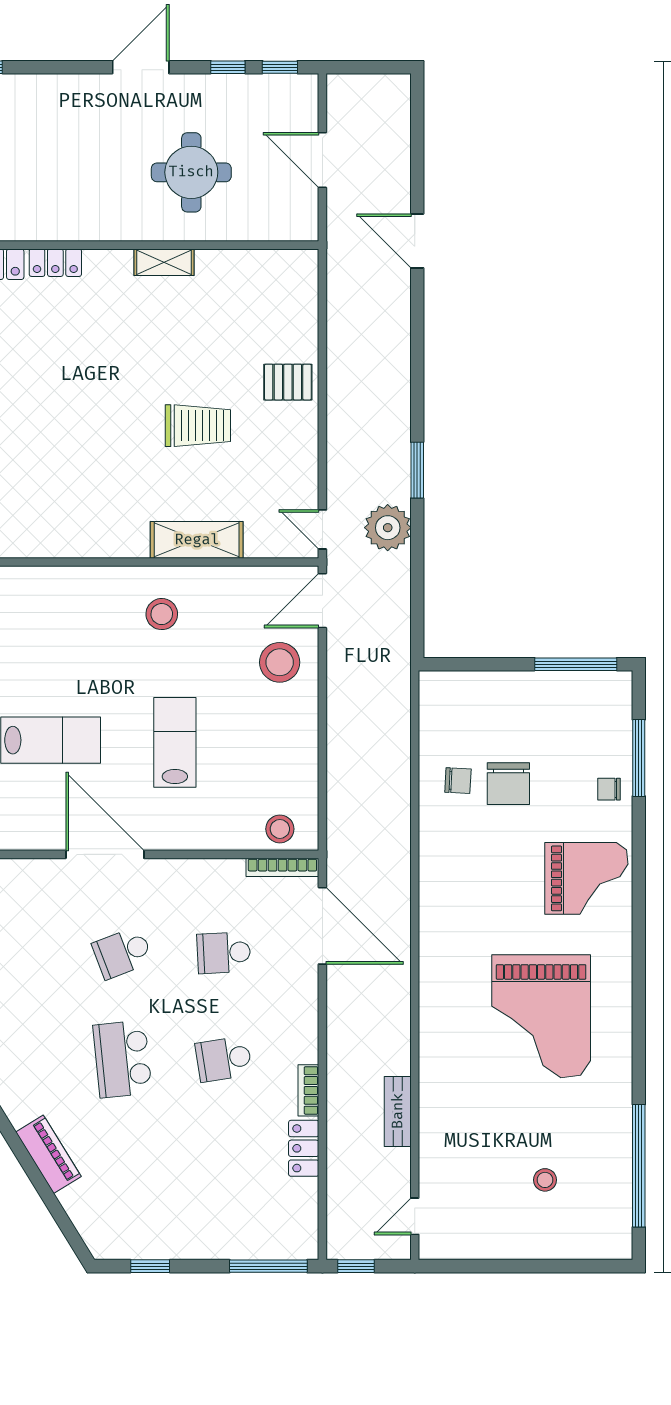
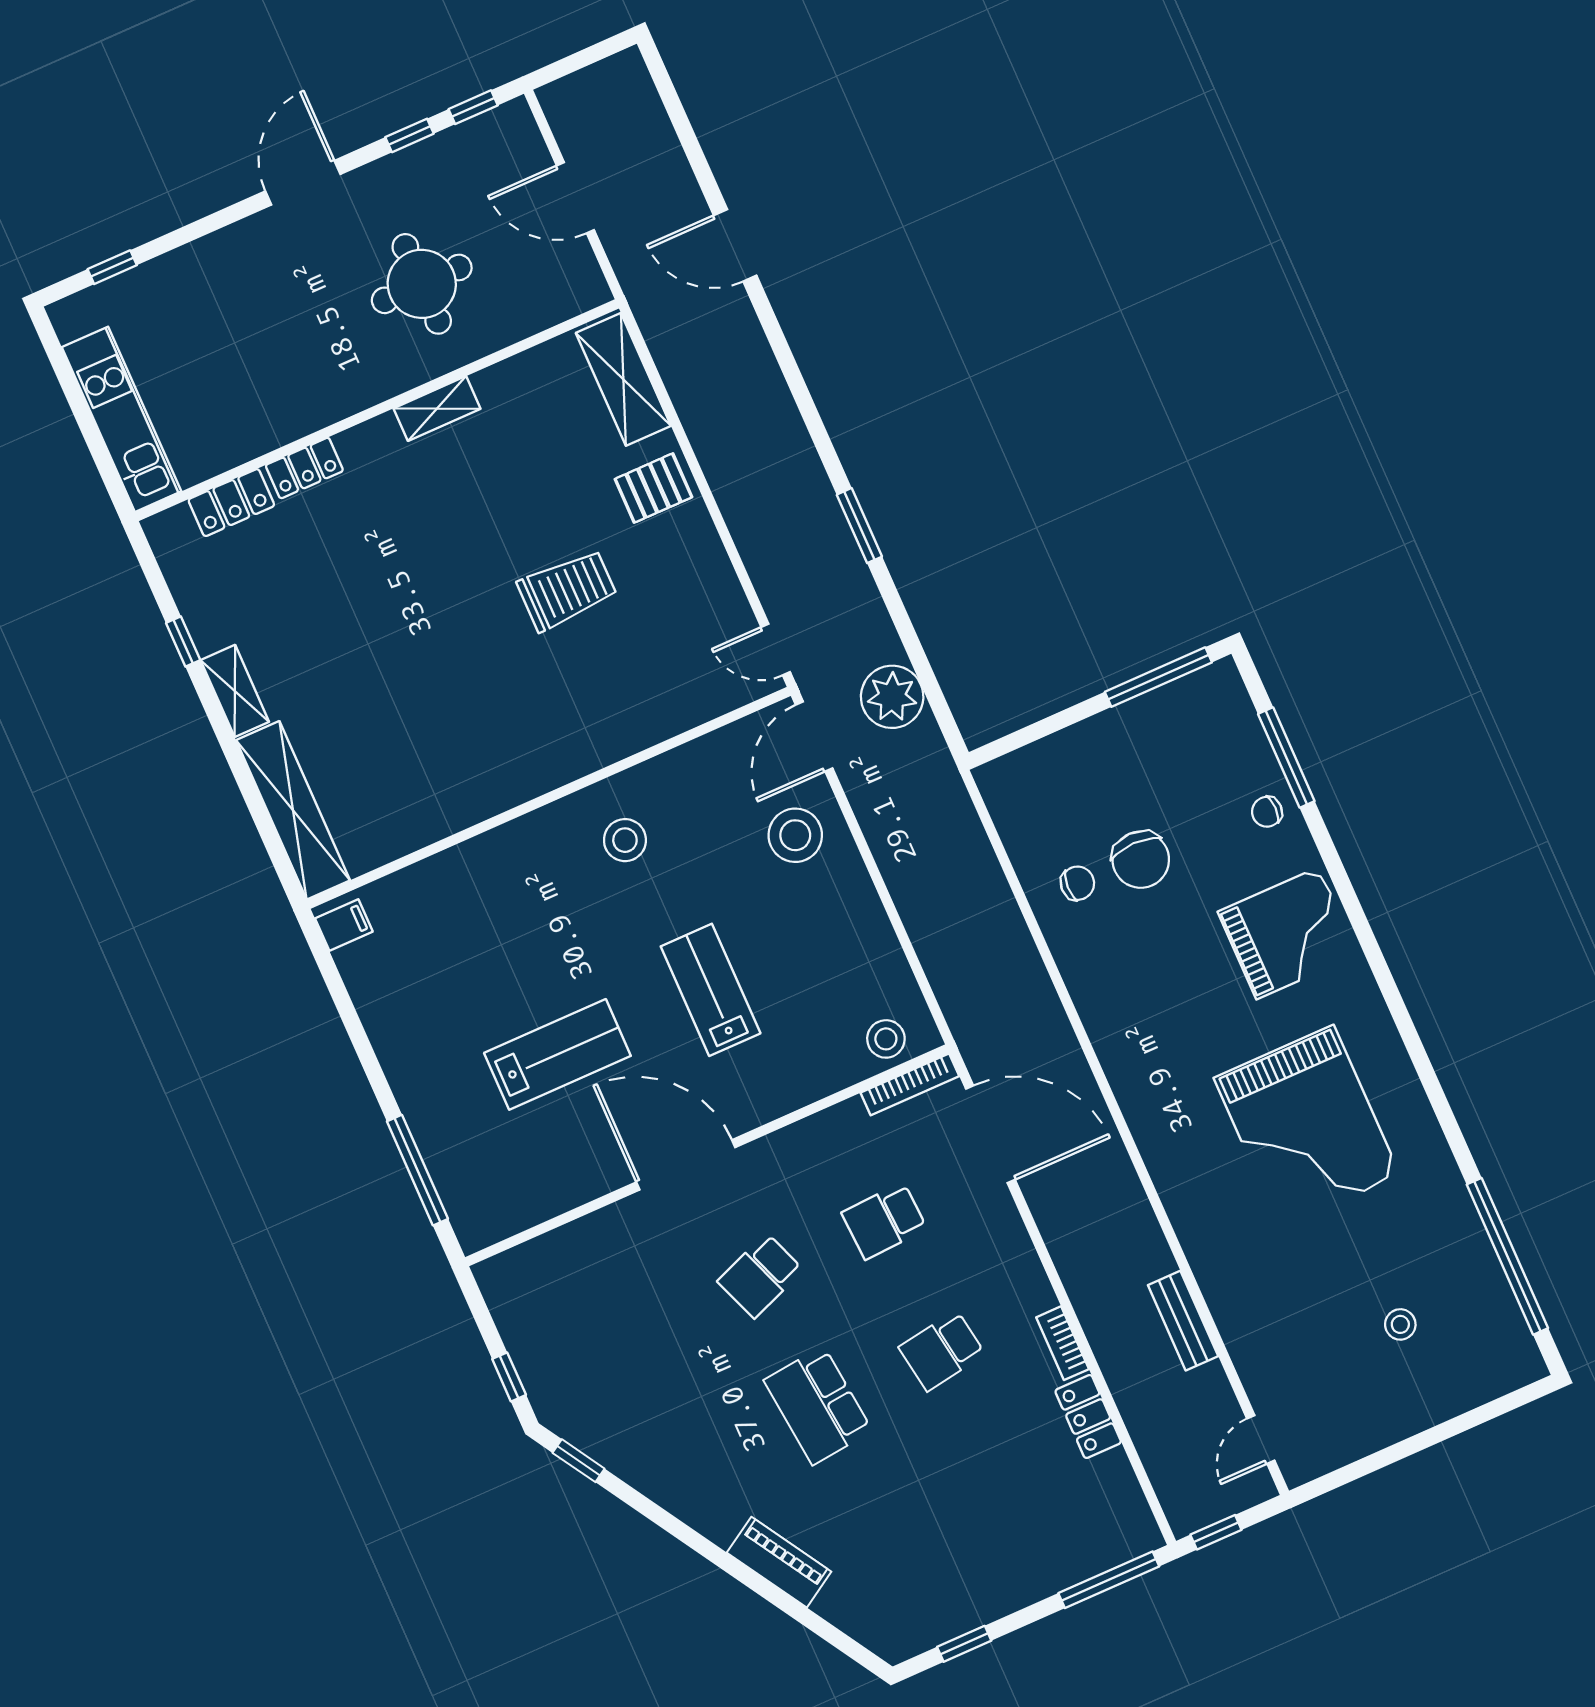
plant: (388, 528) -> (892, 697), moved
shelving: (197, 540) -> (623, 379), moved, turned 90

